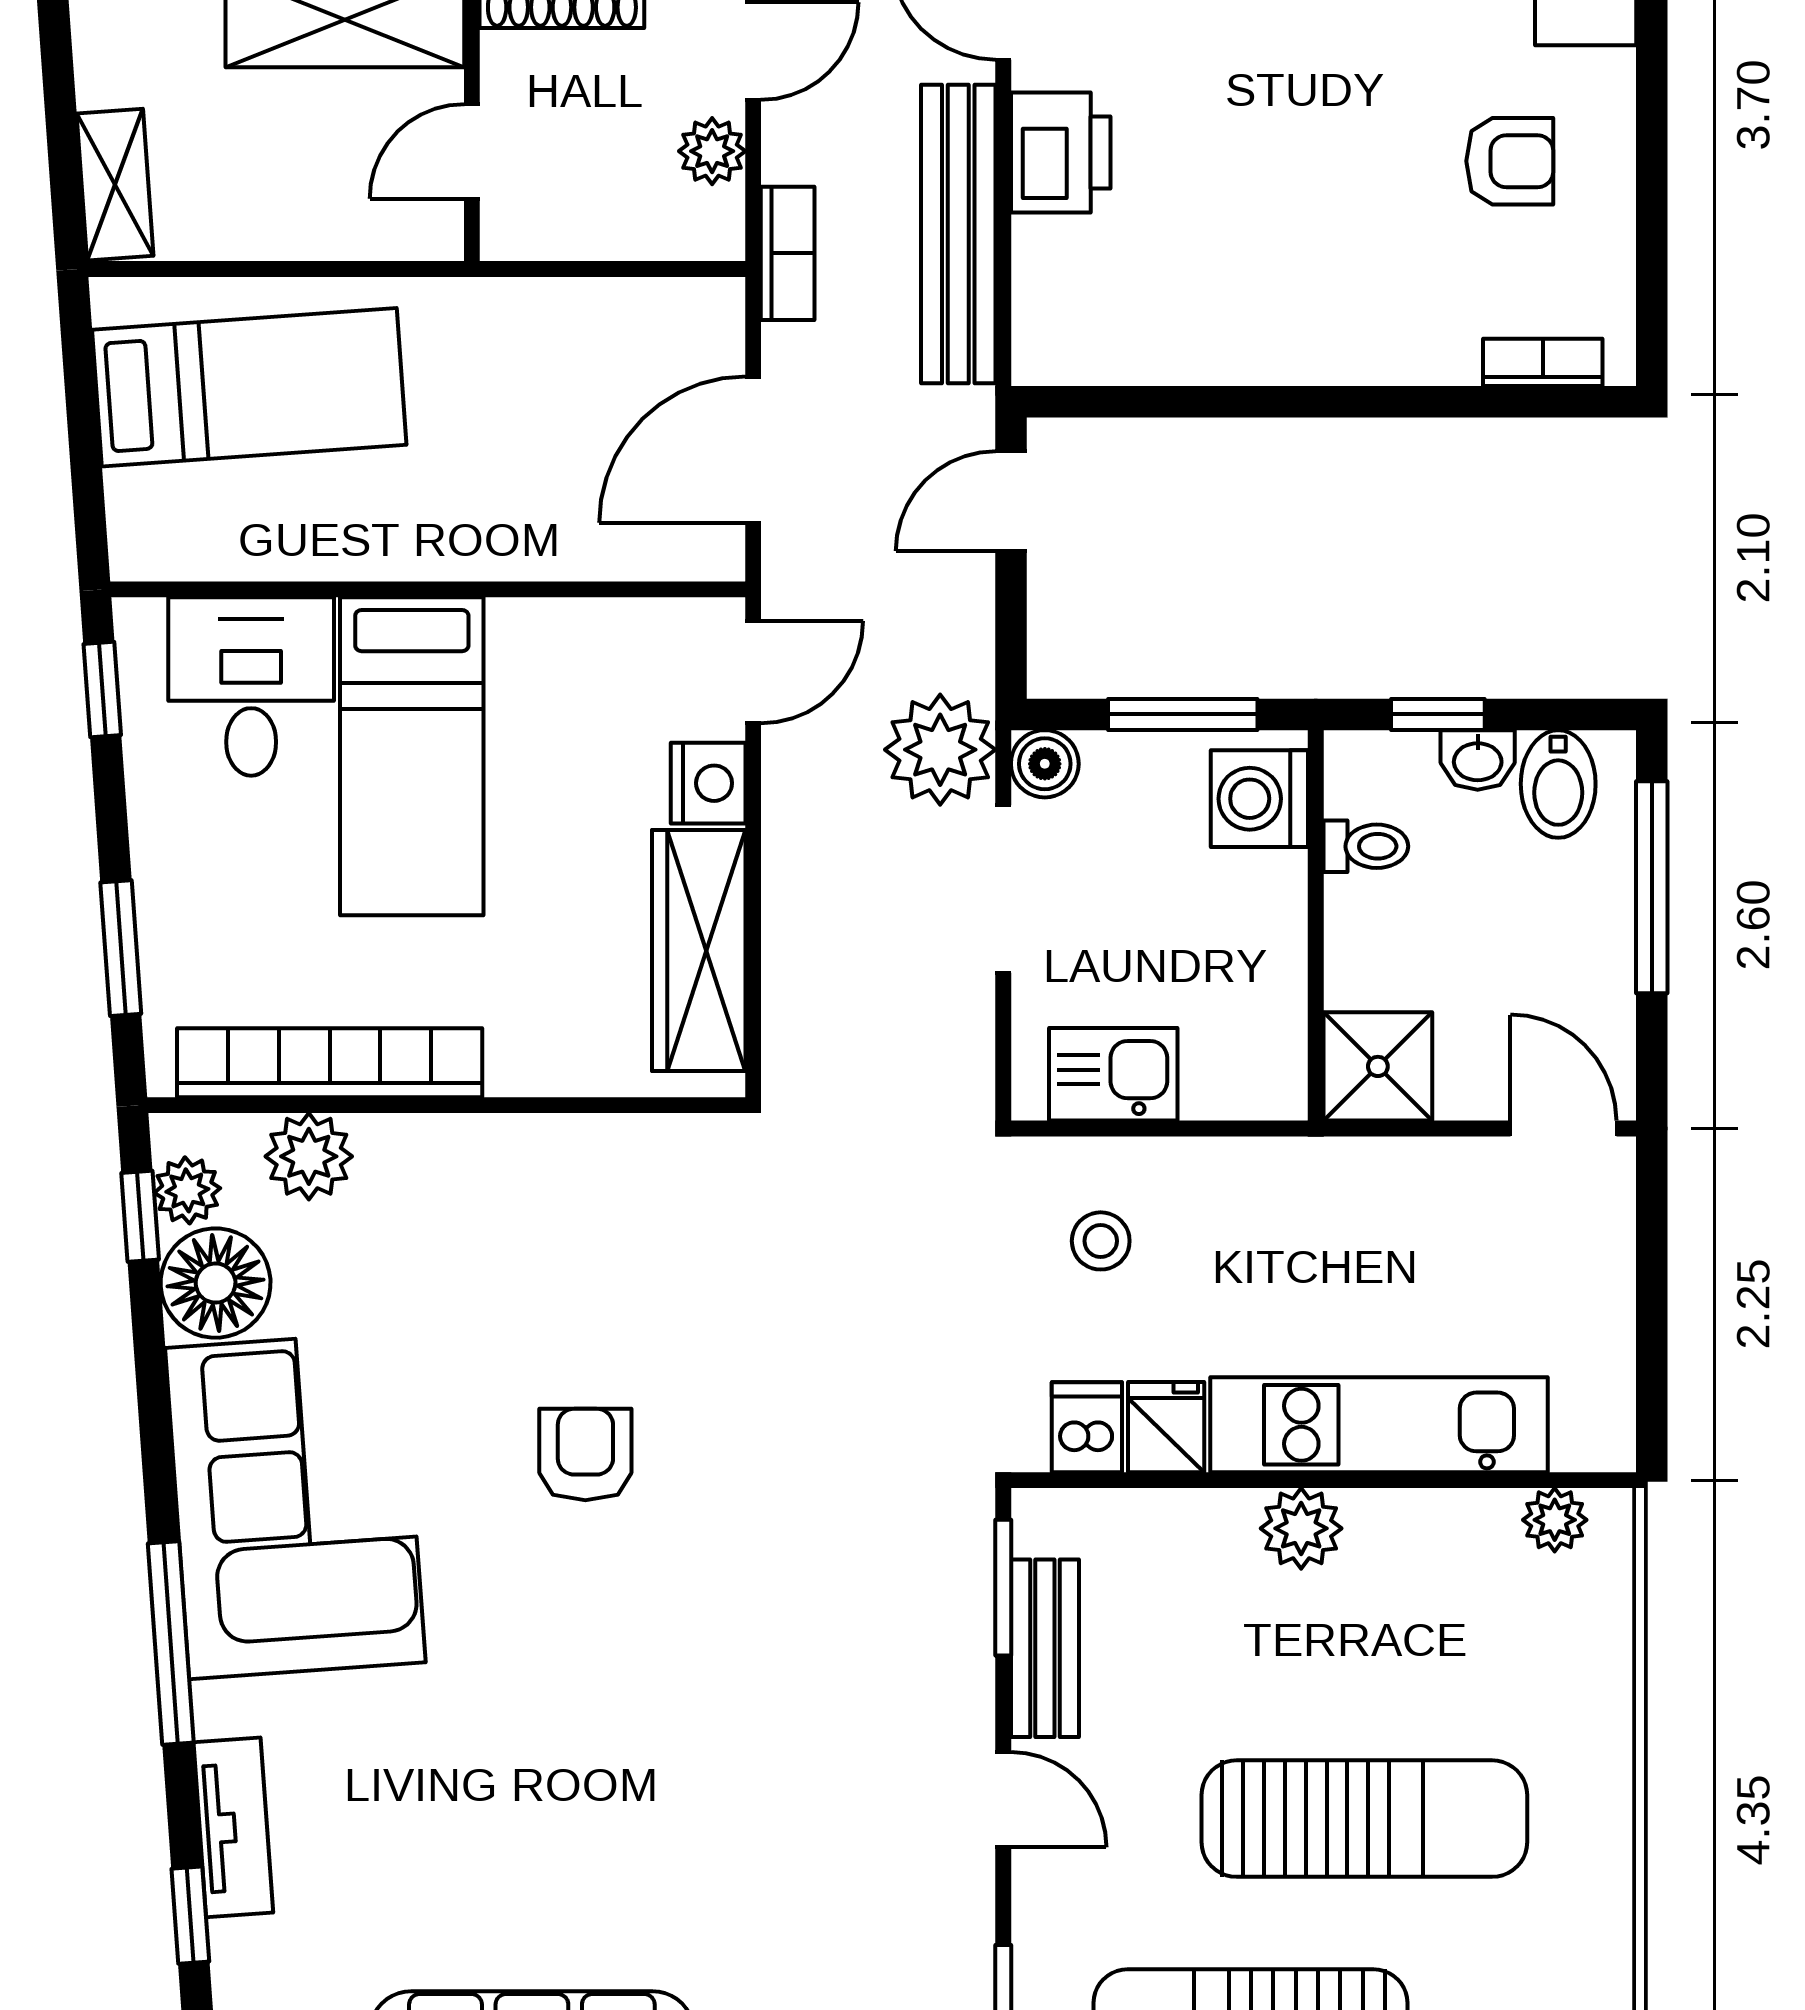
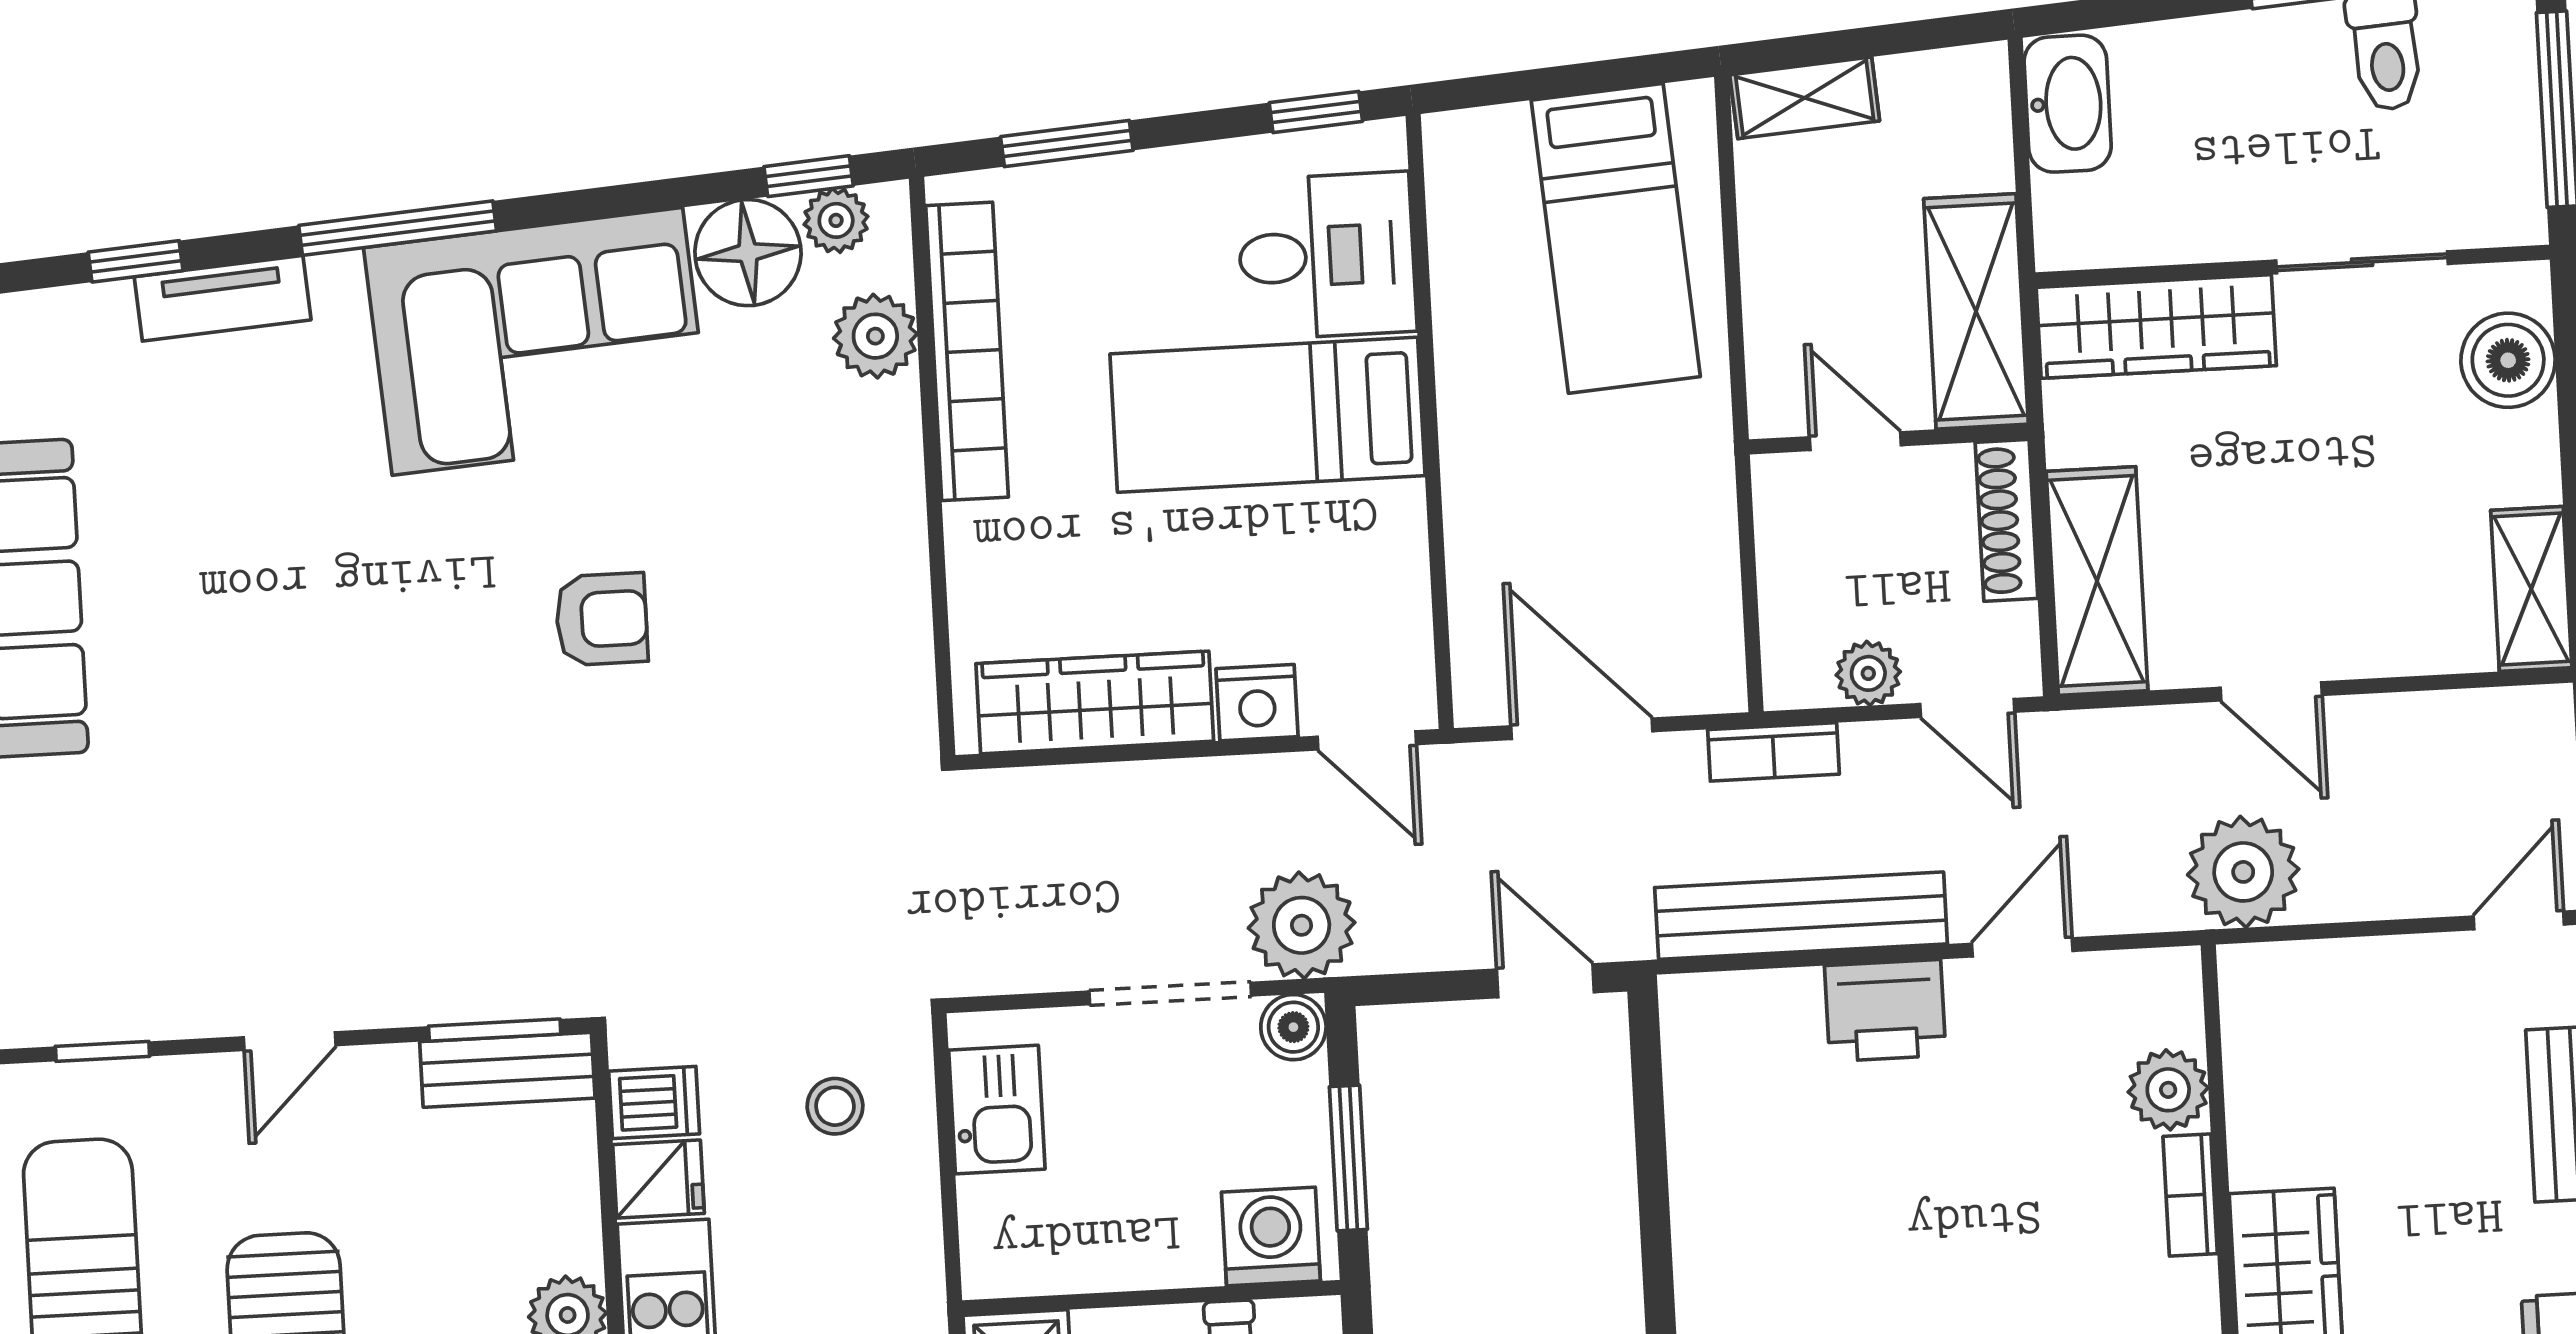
bench: (1045, 1648) -> (507, 1070), moved

